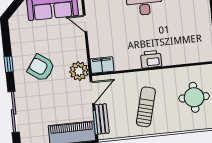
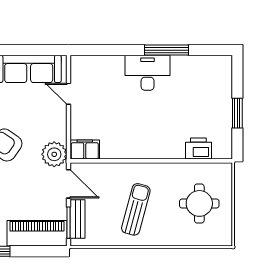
printer: (151, 59) -> (198, 149), moved
door: (92, 93) -> (68, 184), hinge flipped

